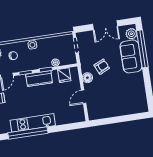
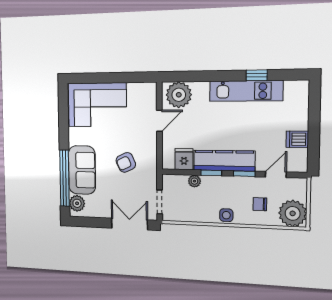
double door: (105, 25) -> (129, 224), moved
floor lamp: (87, 78) -> (149, 149), removed
kitchen counter: (39, 79) -> (224, 161), width x1.50
corner sofa: (126, 101) -> (97, 105), added
plant: (74, 115) -> (179, 95), added
window: (28, 133) -> (257, 75), width x0.32

